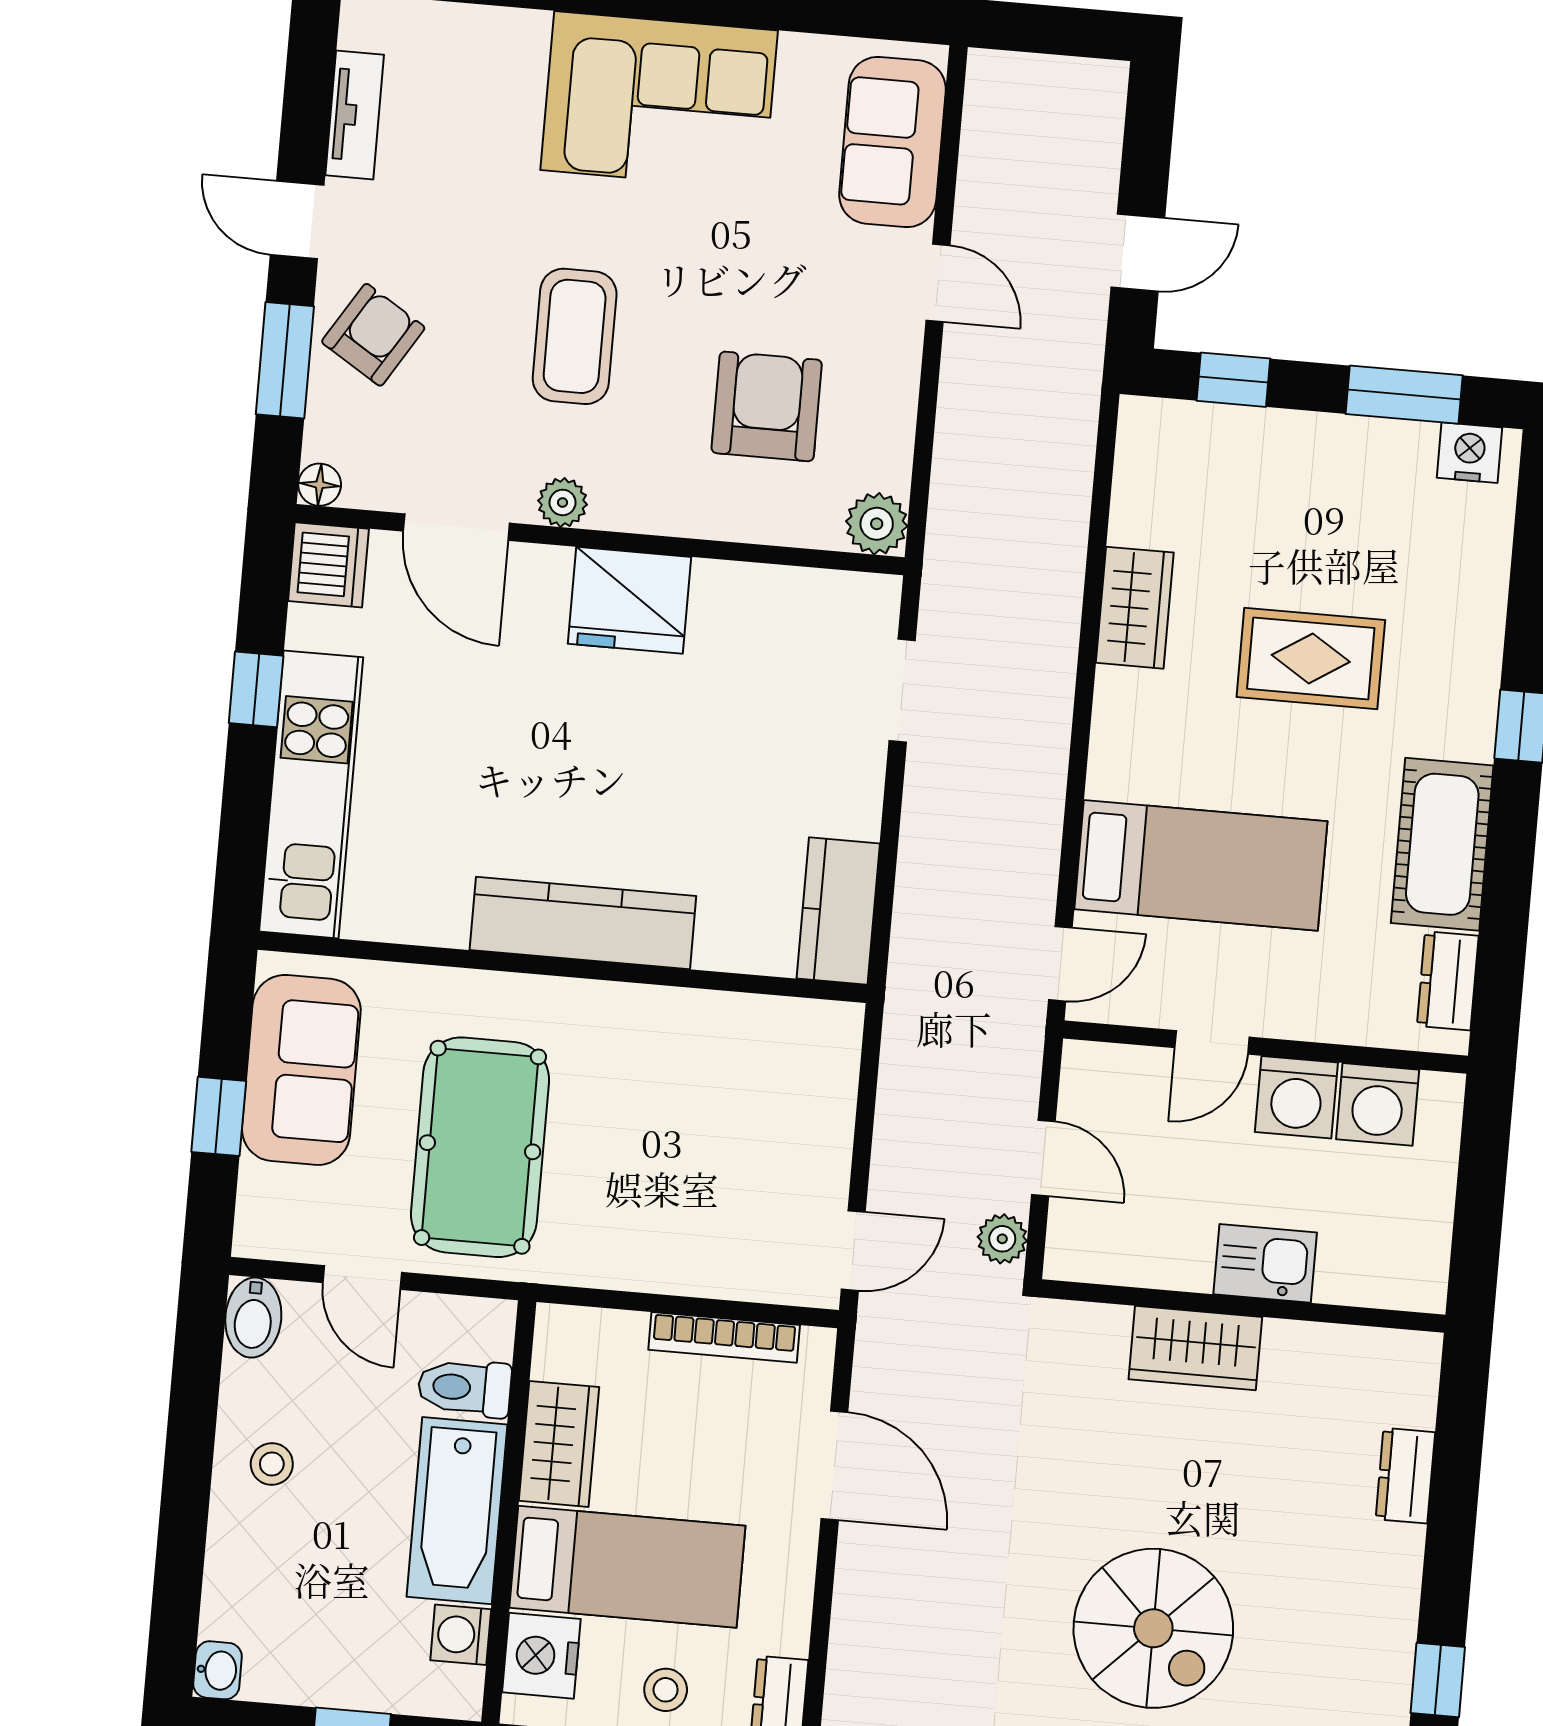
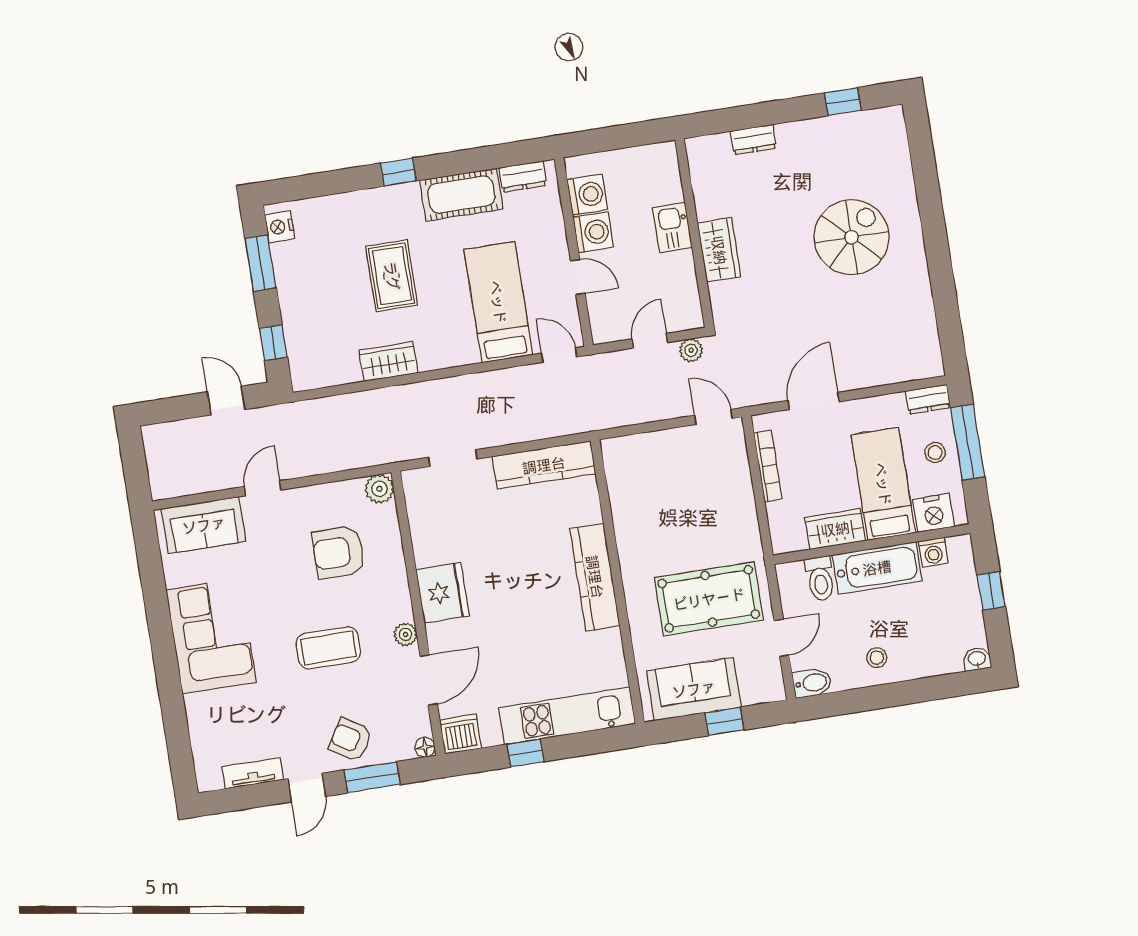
kitchen counter: (838, 911) -> (544, 465), width x1.50

